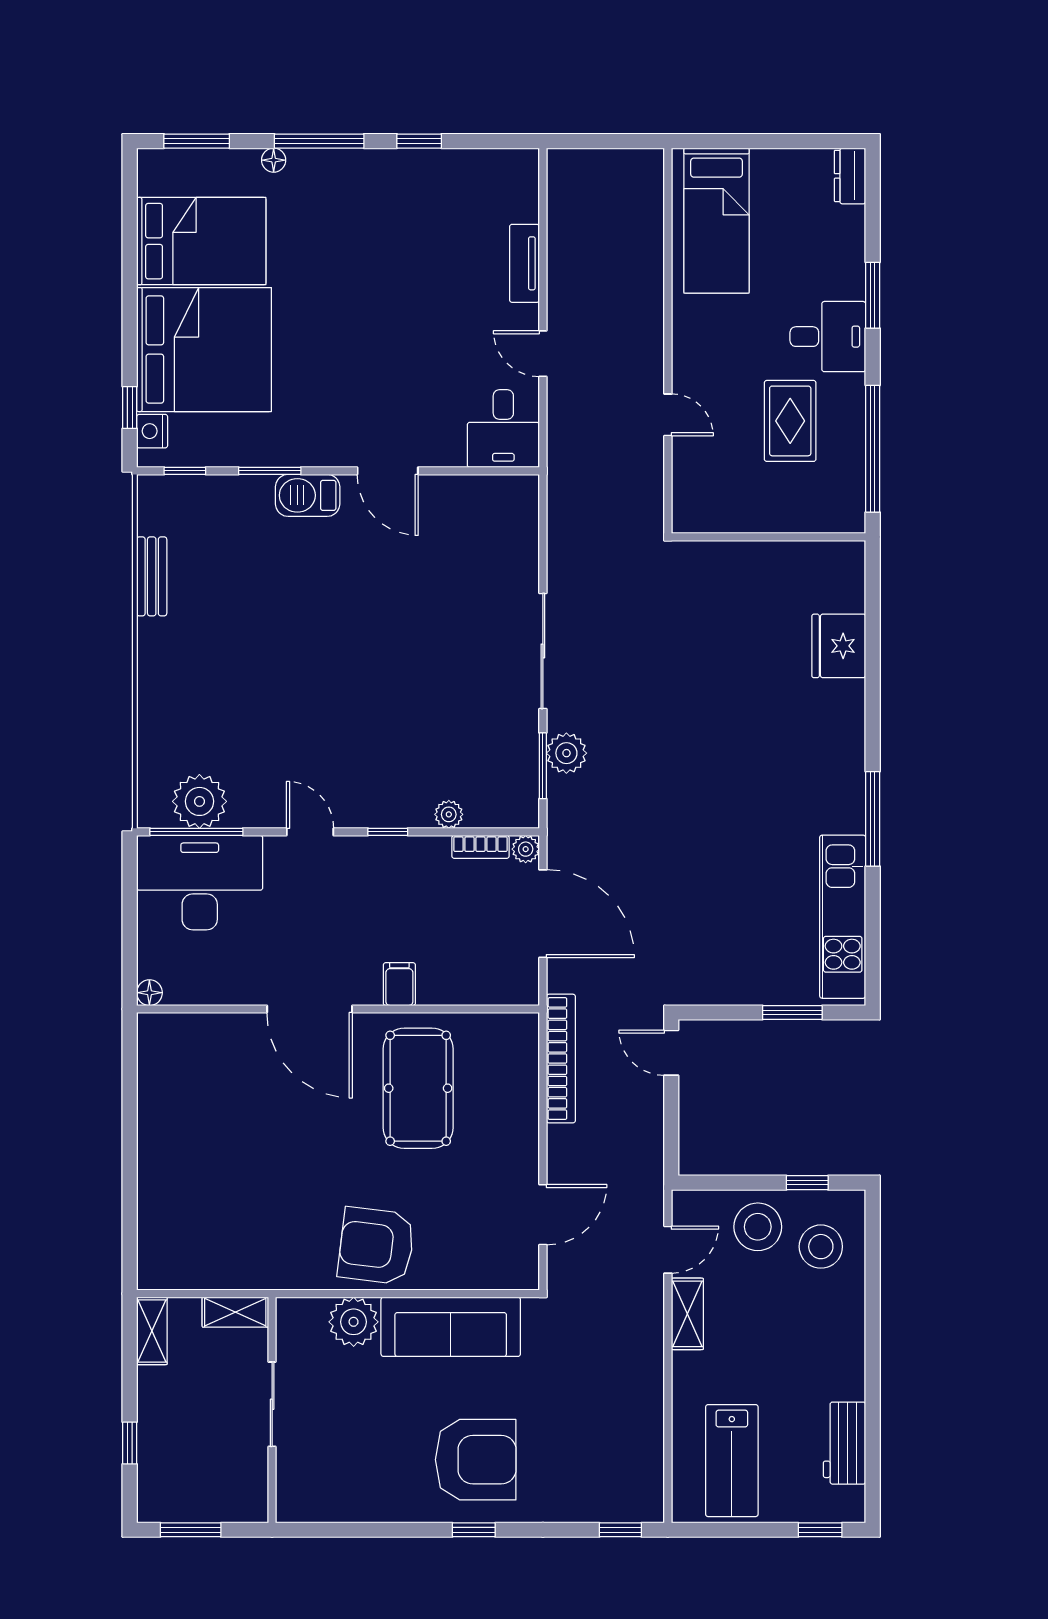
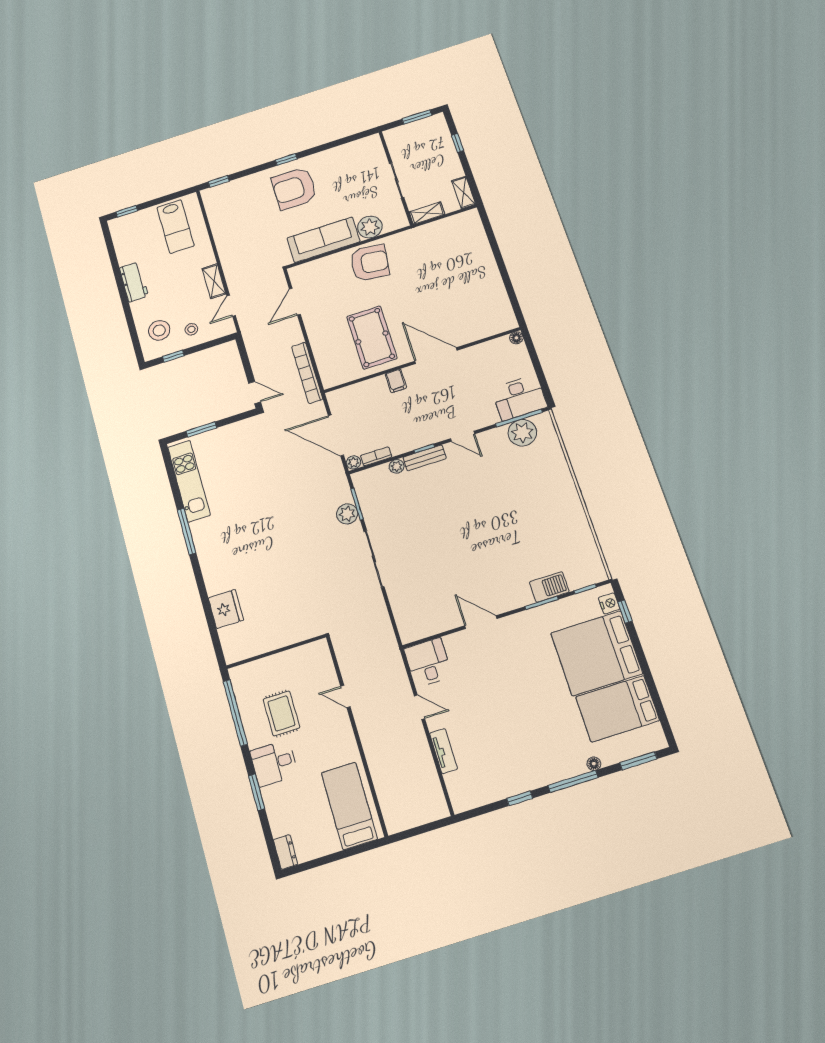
barbecue: (308, 495) -> (549, 587), moved
bench: (152, 576) -> (425, 458), moved, turned 90
desk: (200, 883) -> (519, 398), width x0.73, depth x0.77
stool: (758, 1227) -> (191, 329), width x0.53, depth x0.53
workbench: (844, 1443) -> (134, 282), moved
lab bench: (732, 1461) -> (175, 226), turned 180

